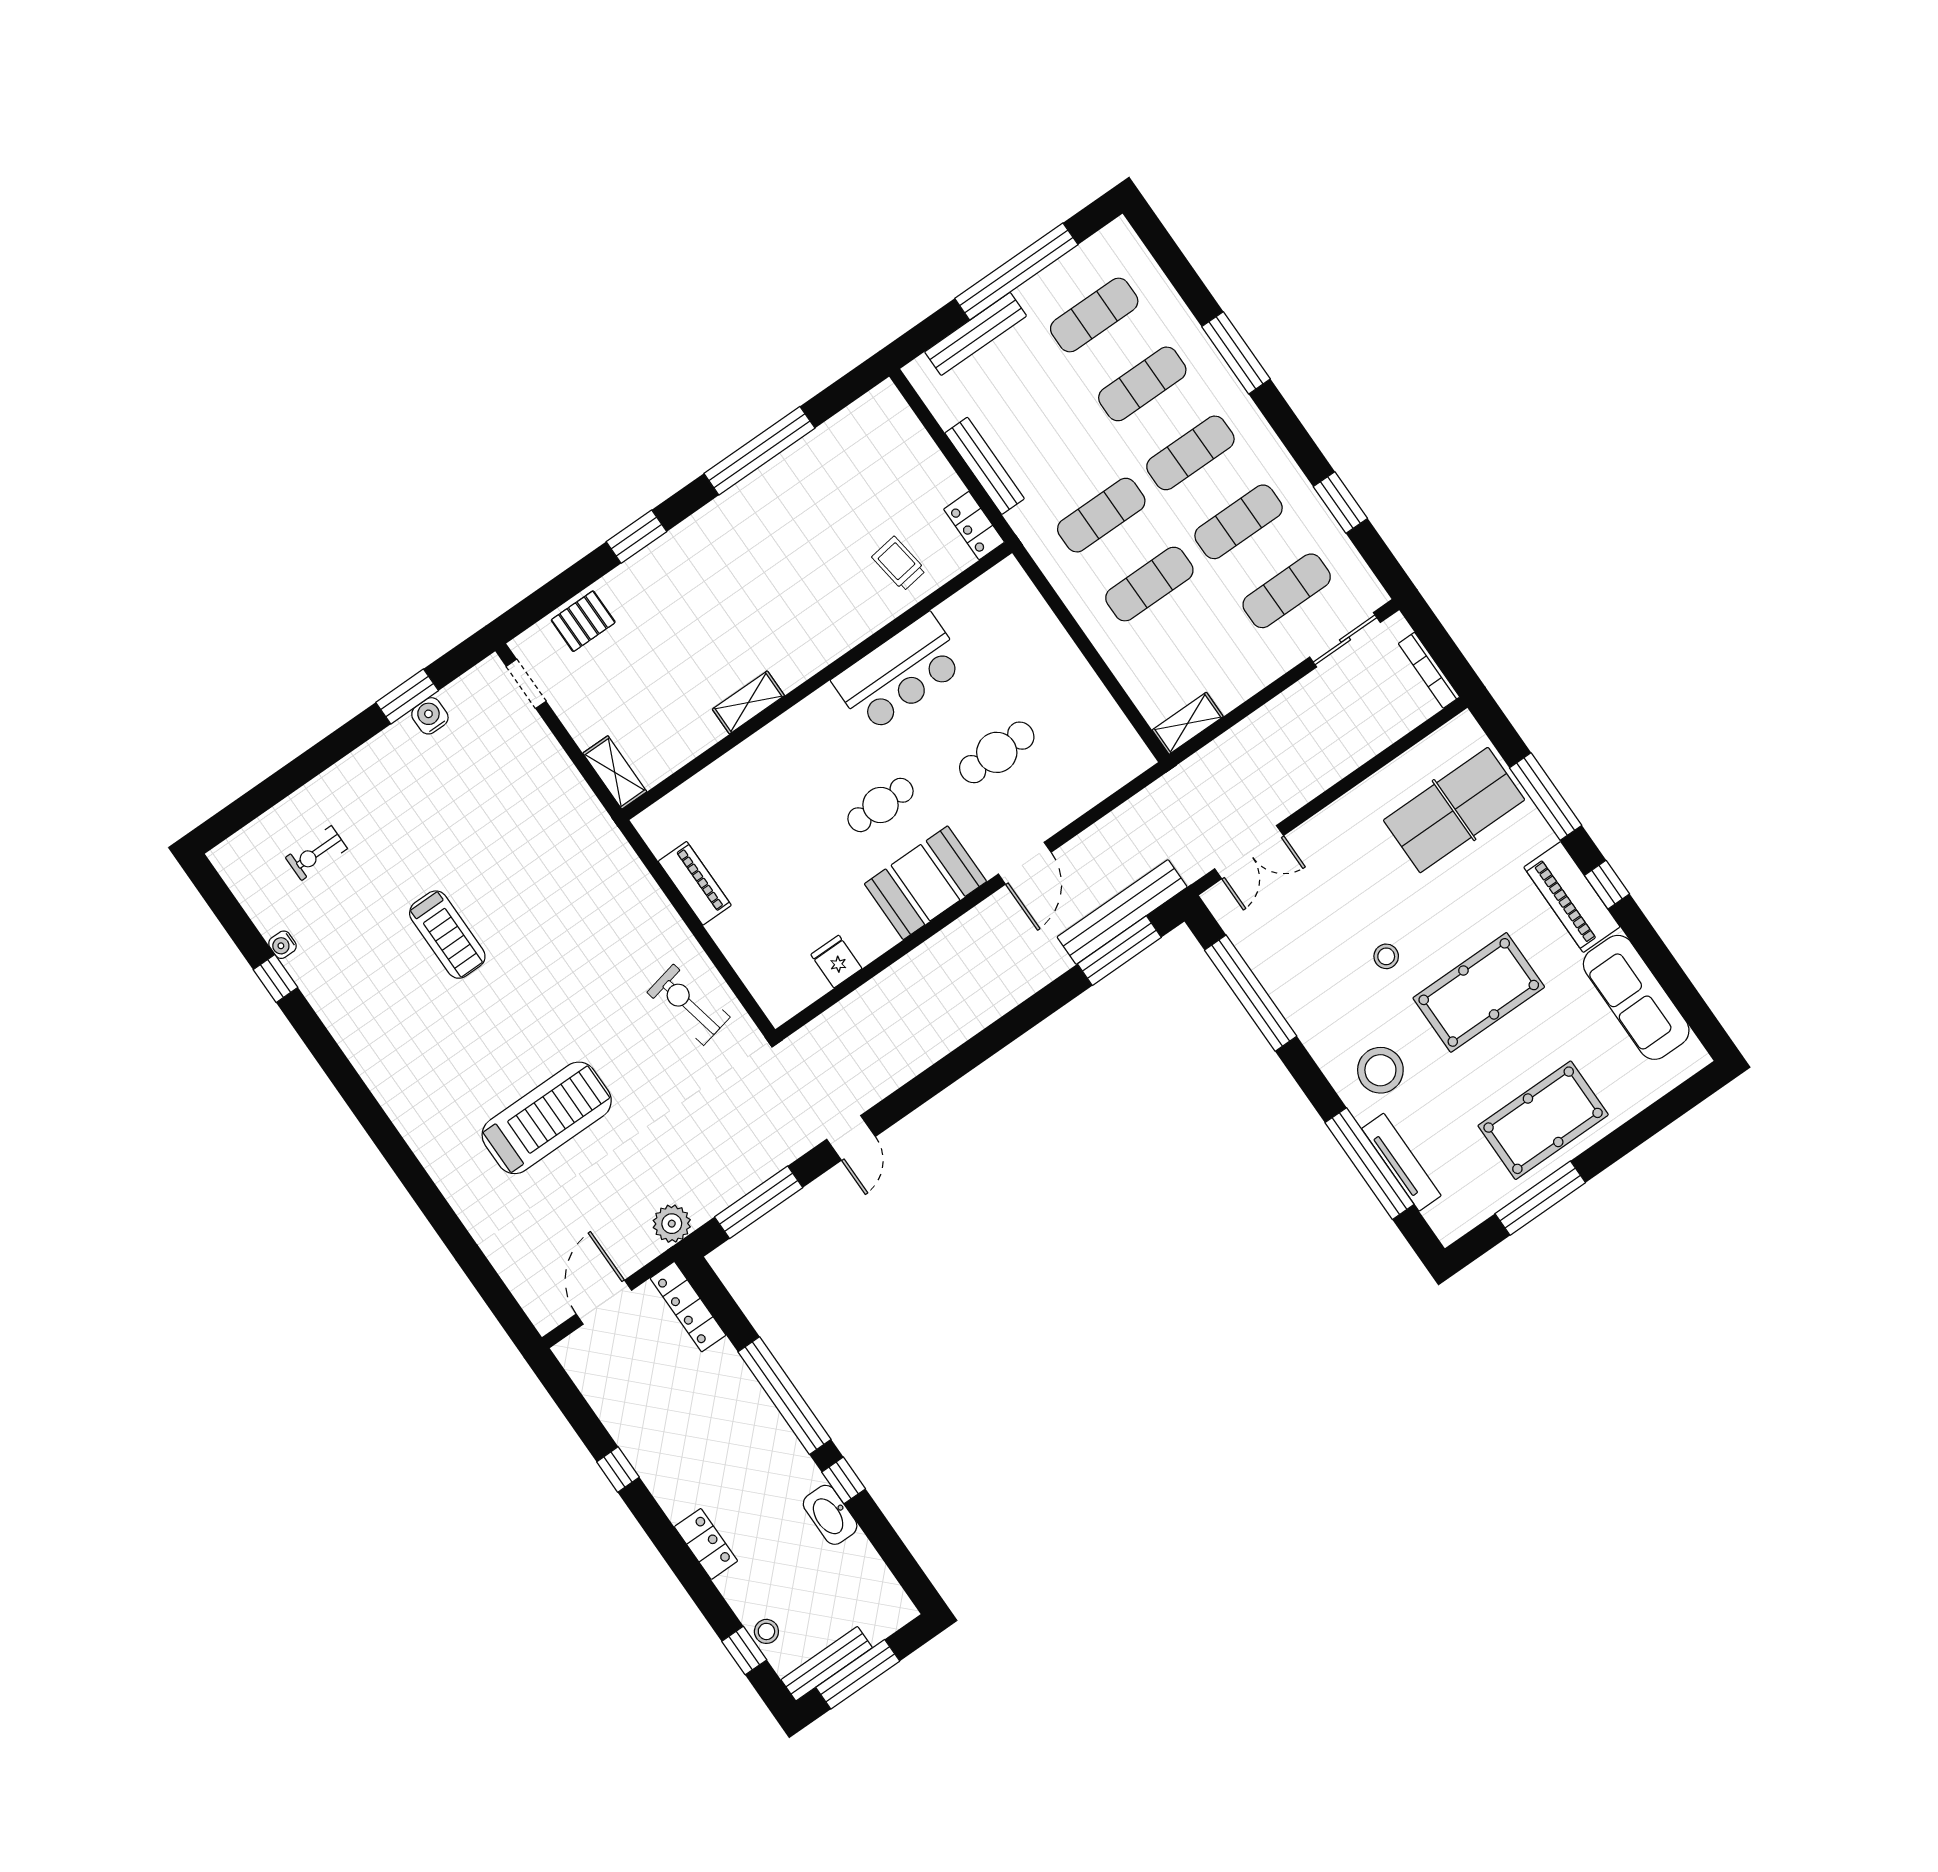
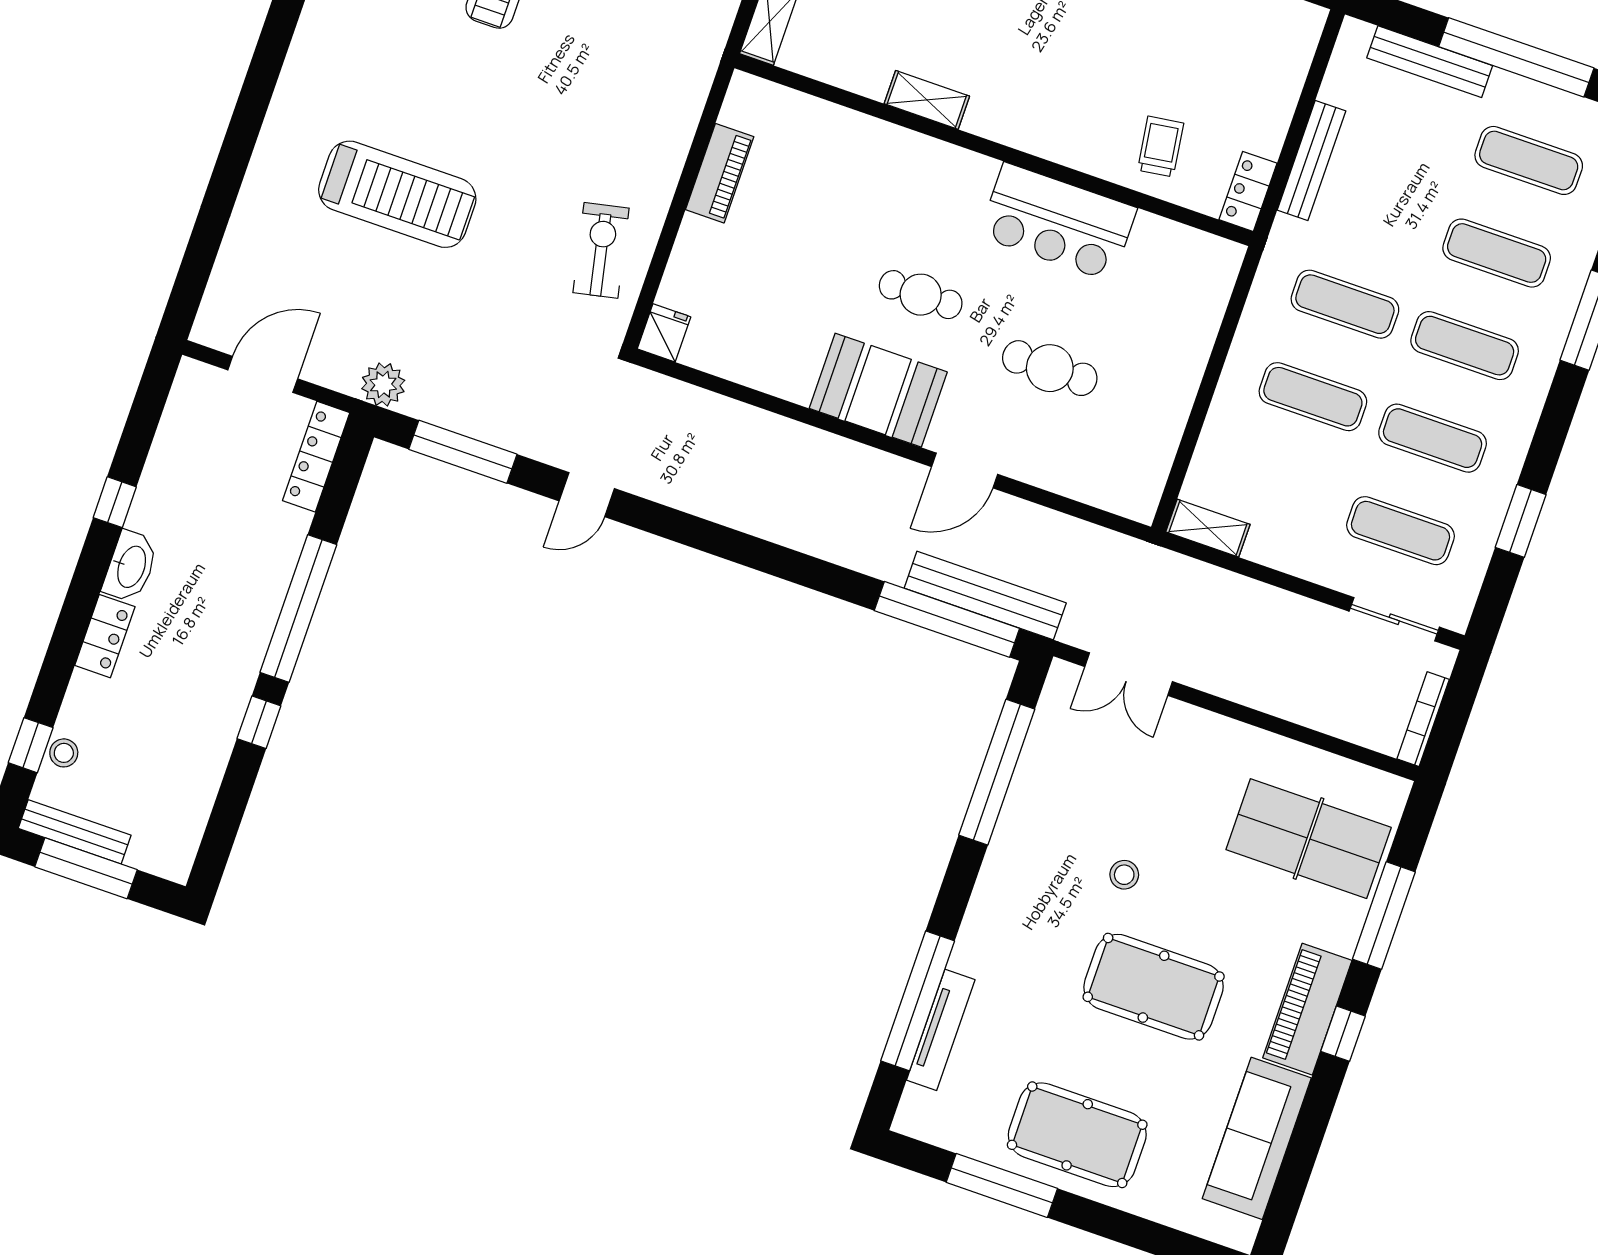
window: (1119, 951) -> (947, 619), width x1.46
fridge: (836, 962) -> (664, 333), moved
stool: (1380, 1070) -> (1013, 947), removed
washbasin: (830, 1515) -> (130, 566), moved, turned 180

